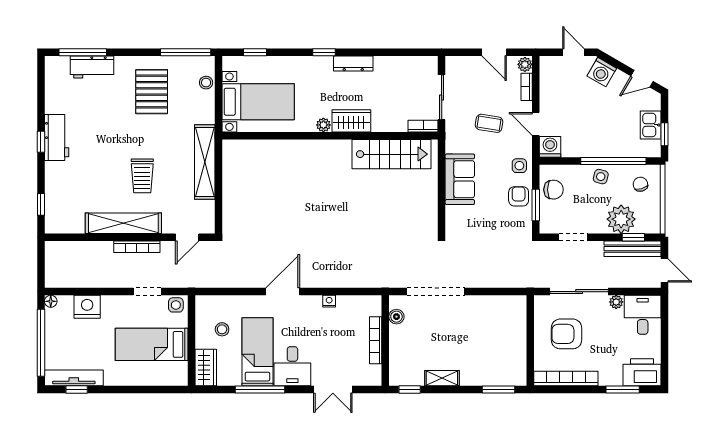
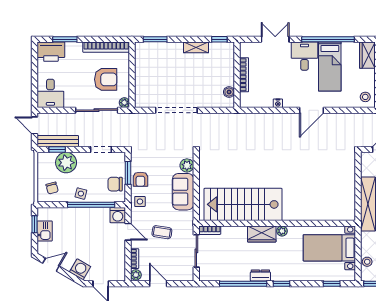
window: (377, 52) -> (243, 284), added
dresser: (353, 64) -> (260, 276), width x0.70
stairs: (392, 154) -> (243, 204), width x1.36, depth x1.51
window: (613, 161) -> (91, 205), moved
plant: (455, 215) -> (187, 165), added
doorway: (436, 292) -> (176, 110), moved
plant: (616, 302) -> (124, 103), moved
stool: (222, 329) -> (365, 97), moved
window: (260, 389) -> (328, 39), width x1.46

